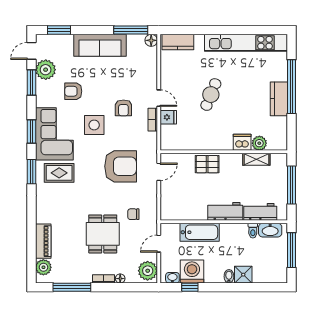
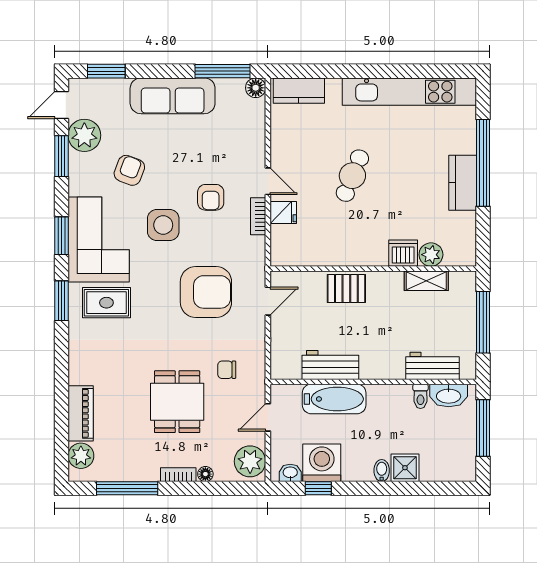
armchair: (73, 91) -> (129, 170), turned 111
workbench: (225, 211) -> (330, 365), moved

